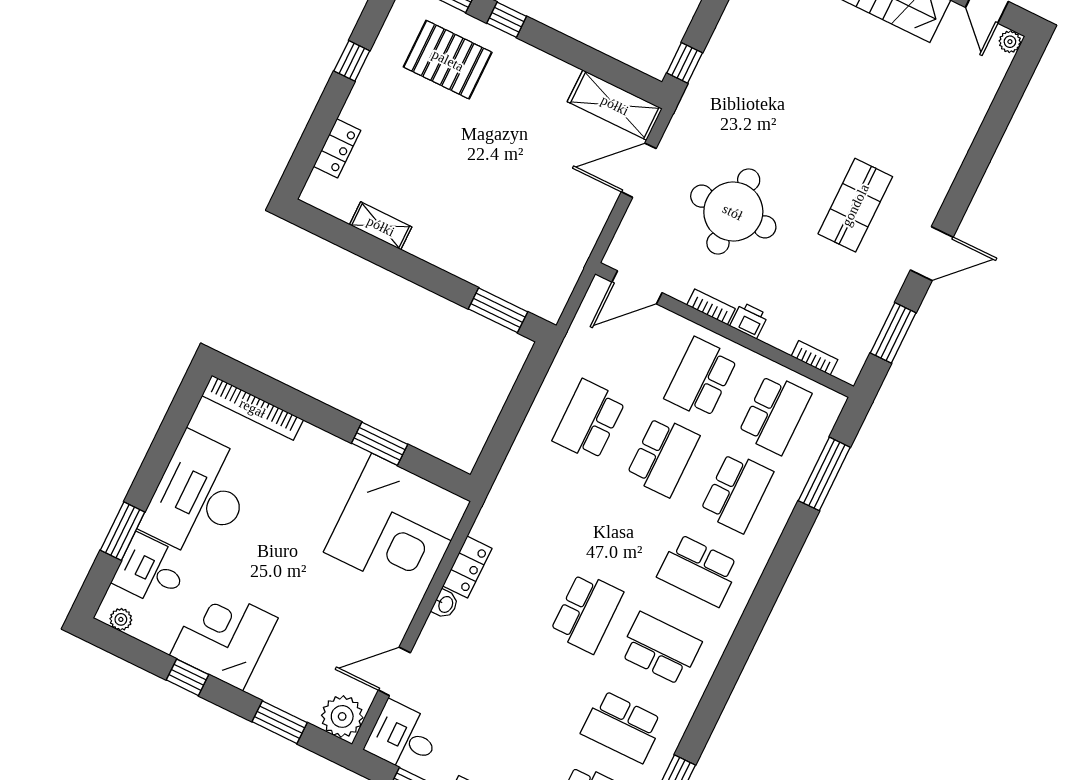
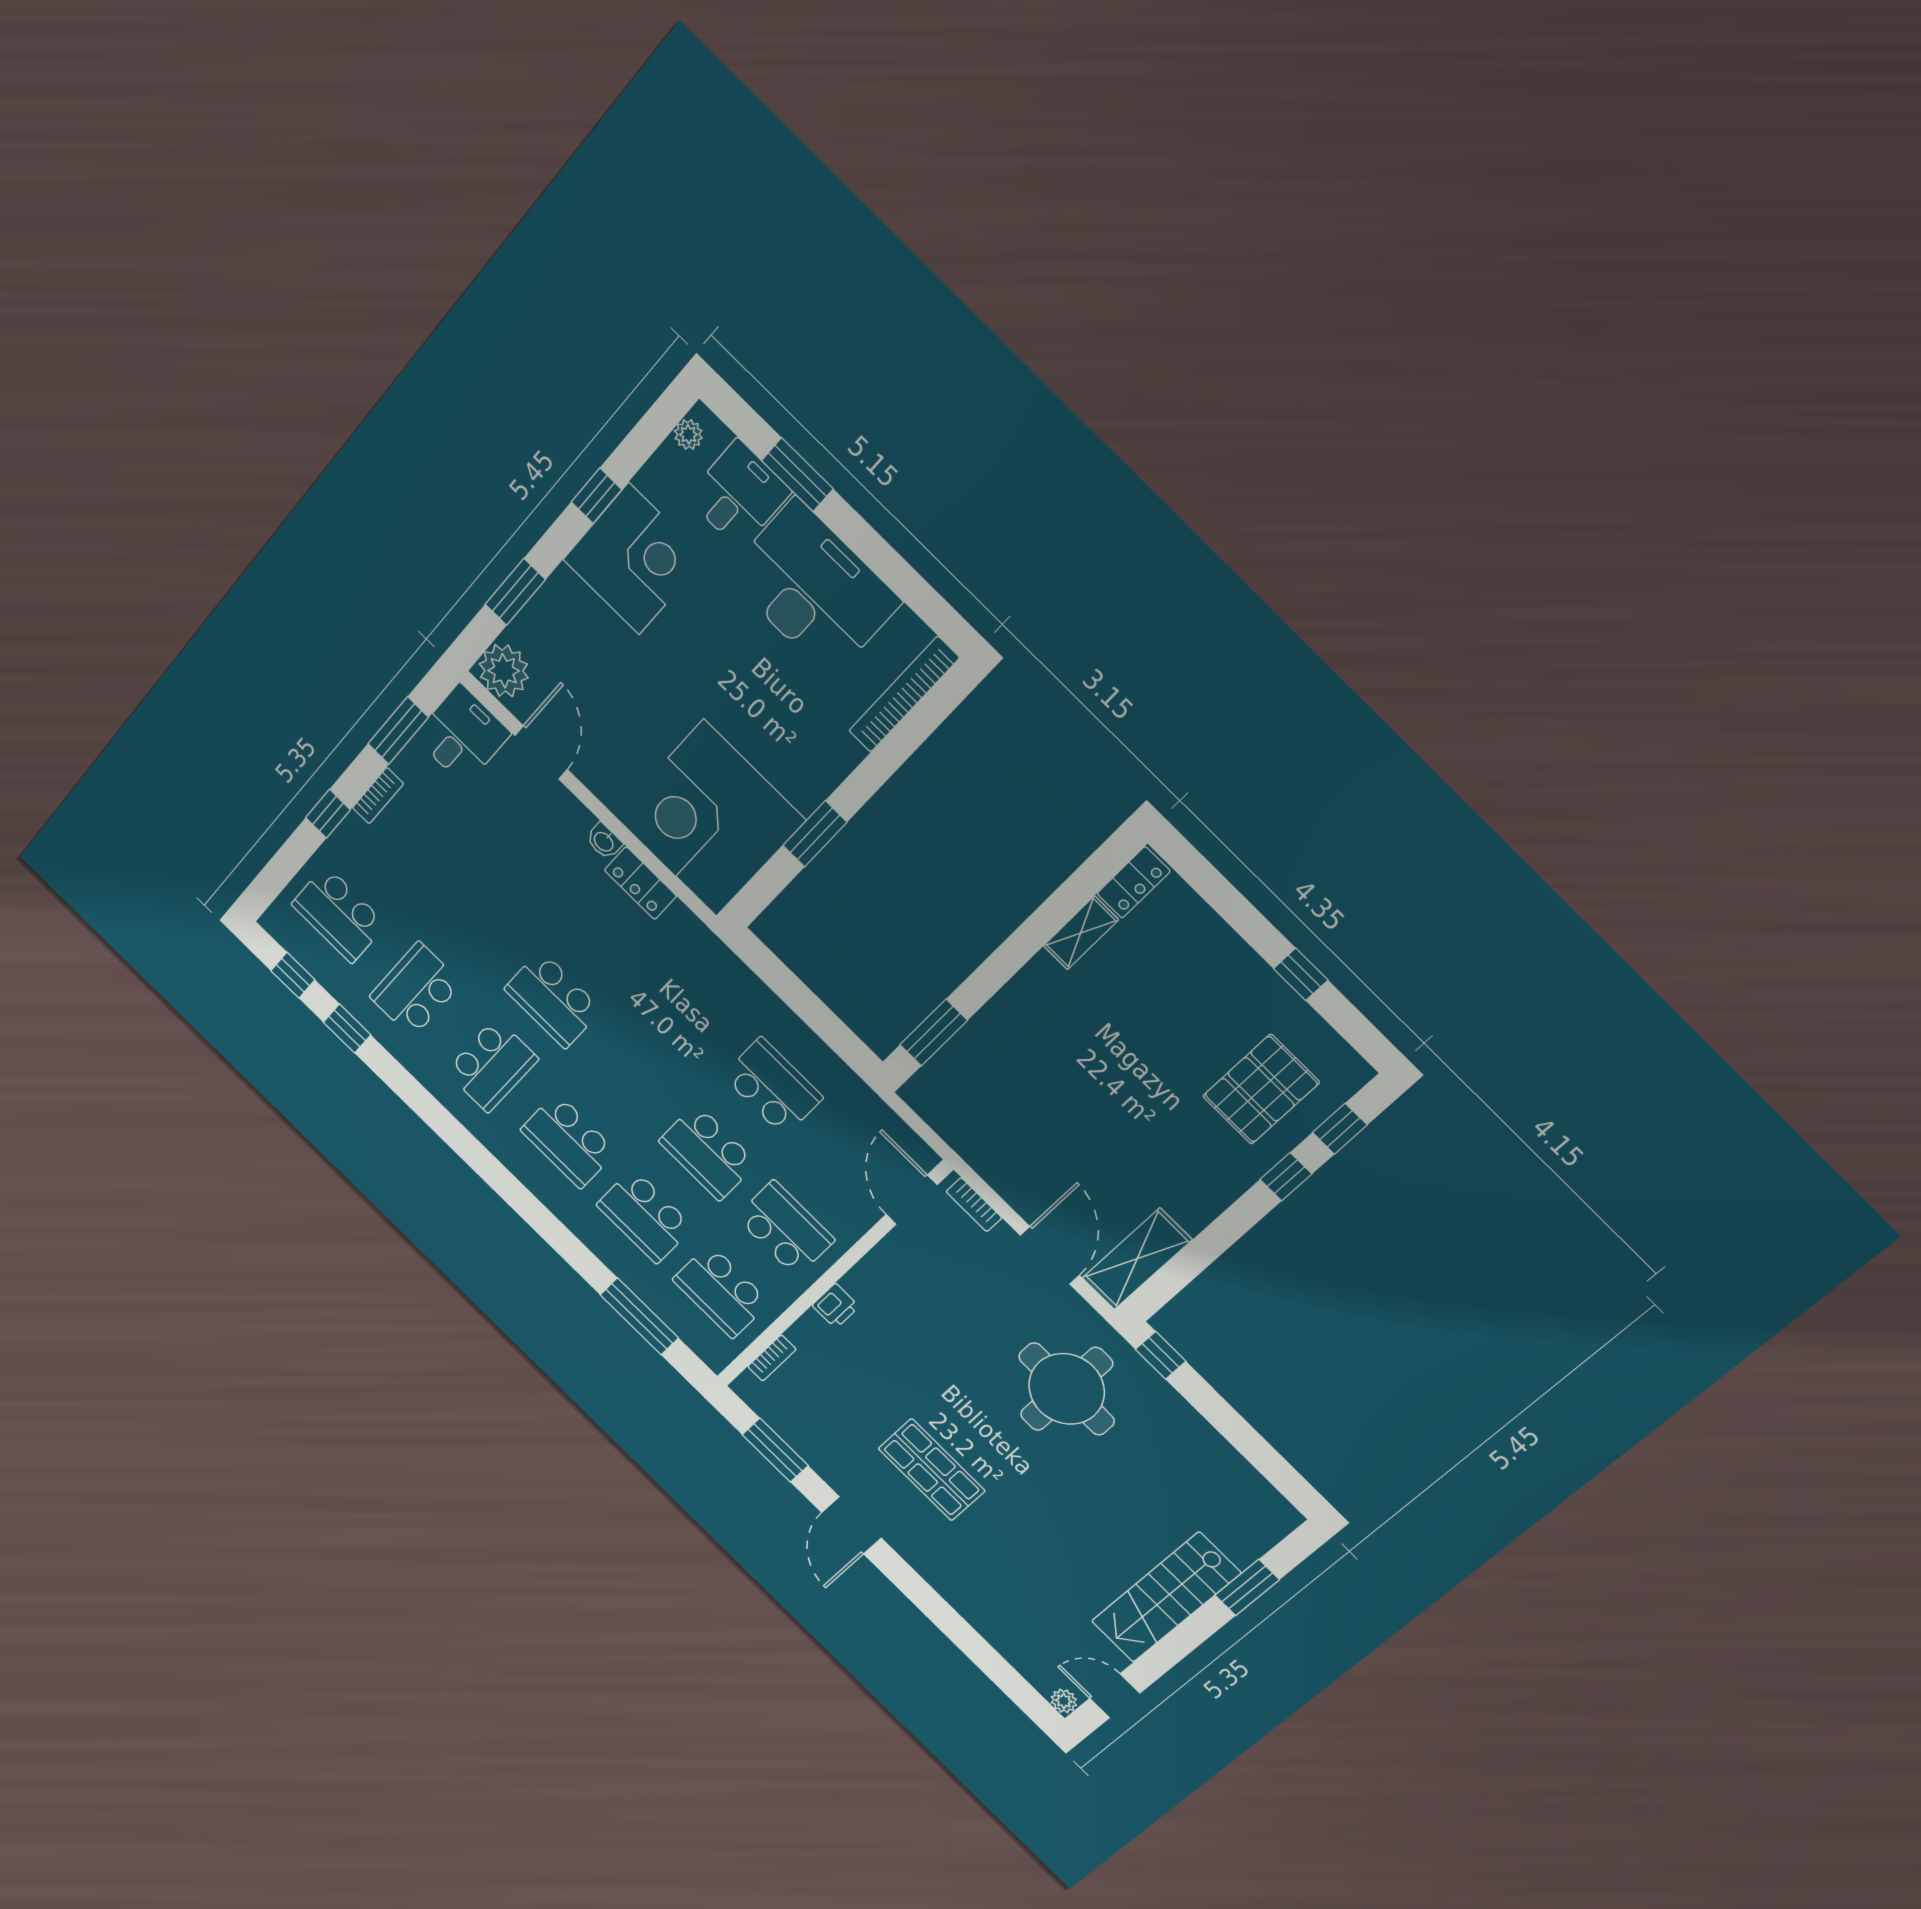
locker: (337, 148) -> (1134, 882), moved, turned -90
round table: (733, 212) -> (1067, 1389), moved
bookcase: (711, 307) -> (974, 1205), moved, turned 90
school desk: (698, 570) -> (568, 1141), turned -90

